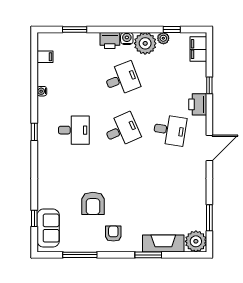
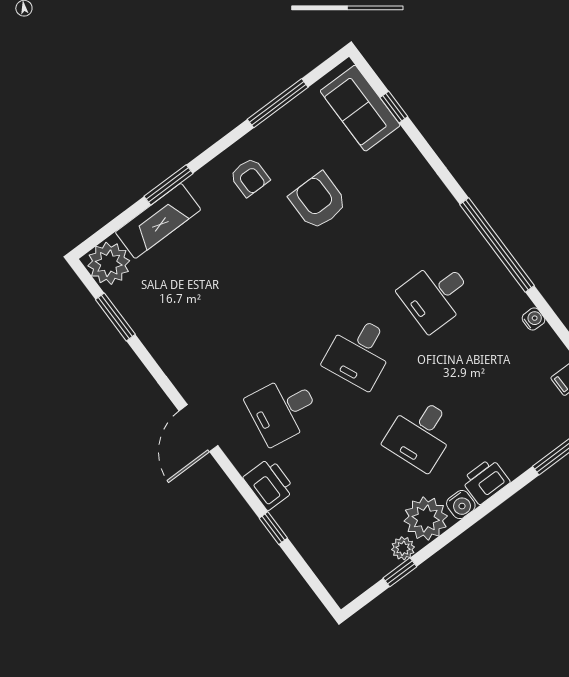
filing cabinet: (198, 49) -> (334, 573), removed
window: (34, 132) -> (497, 245), width x3.17

